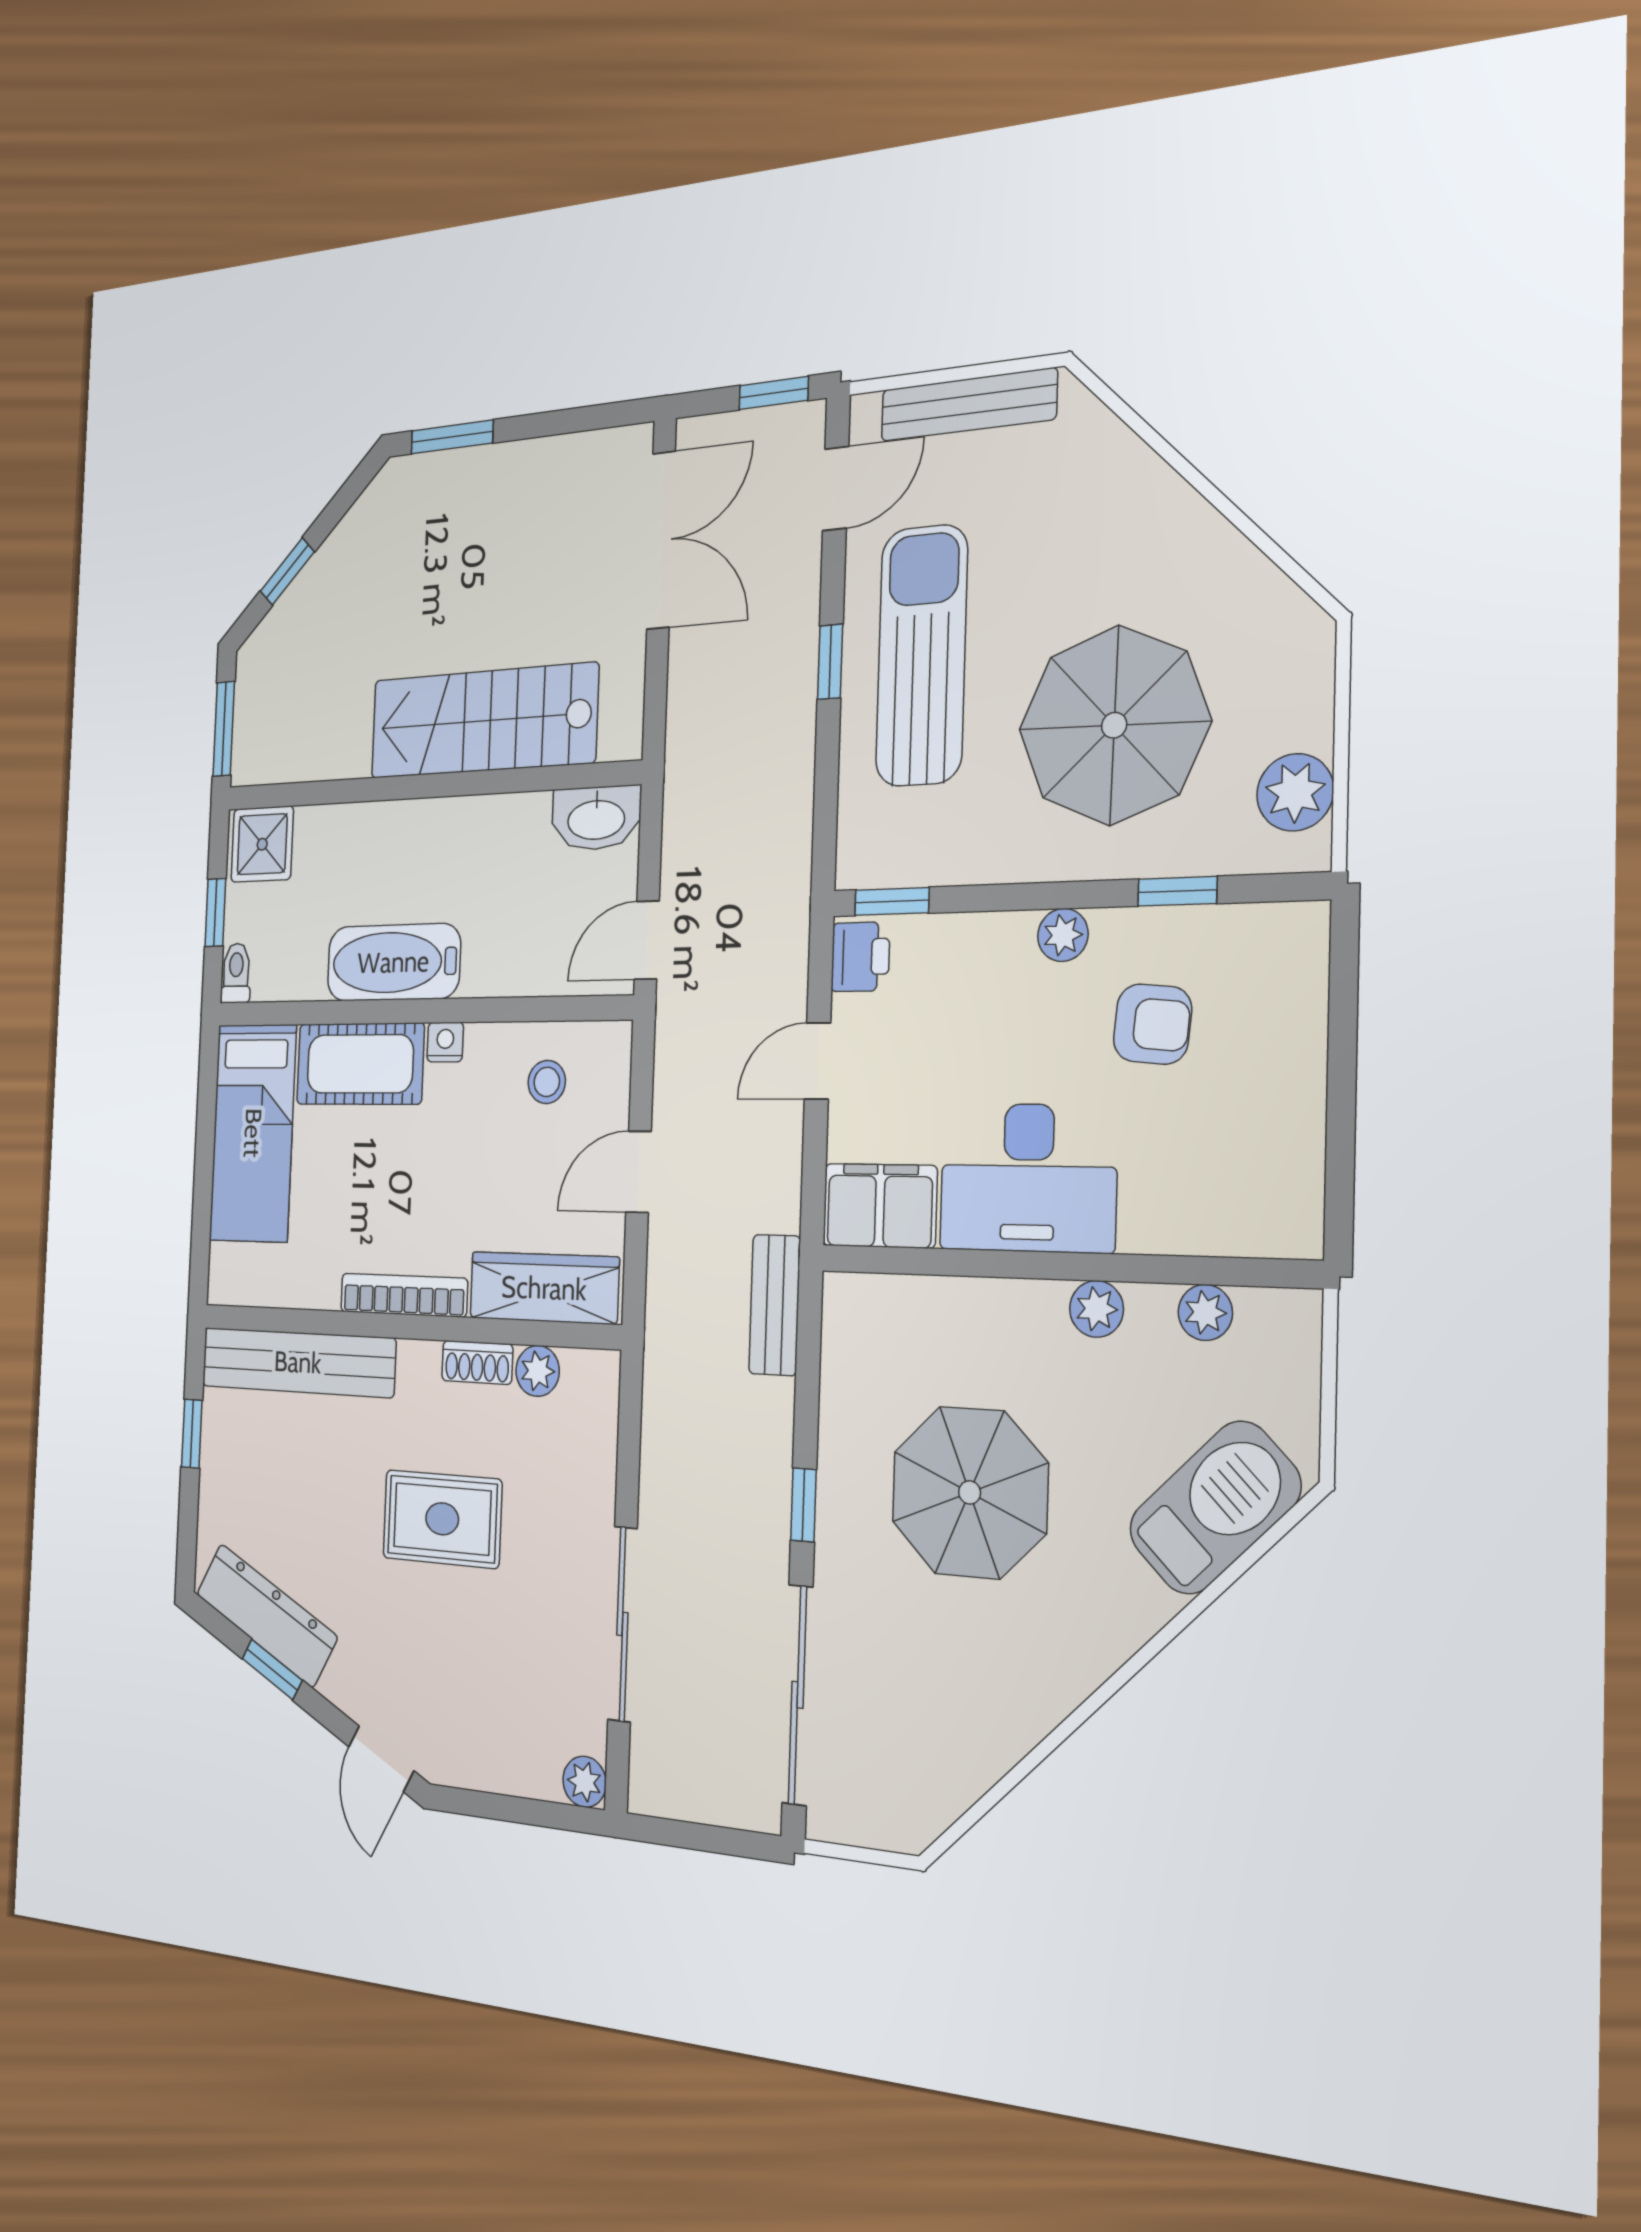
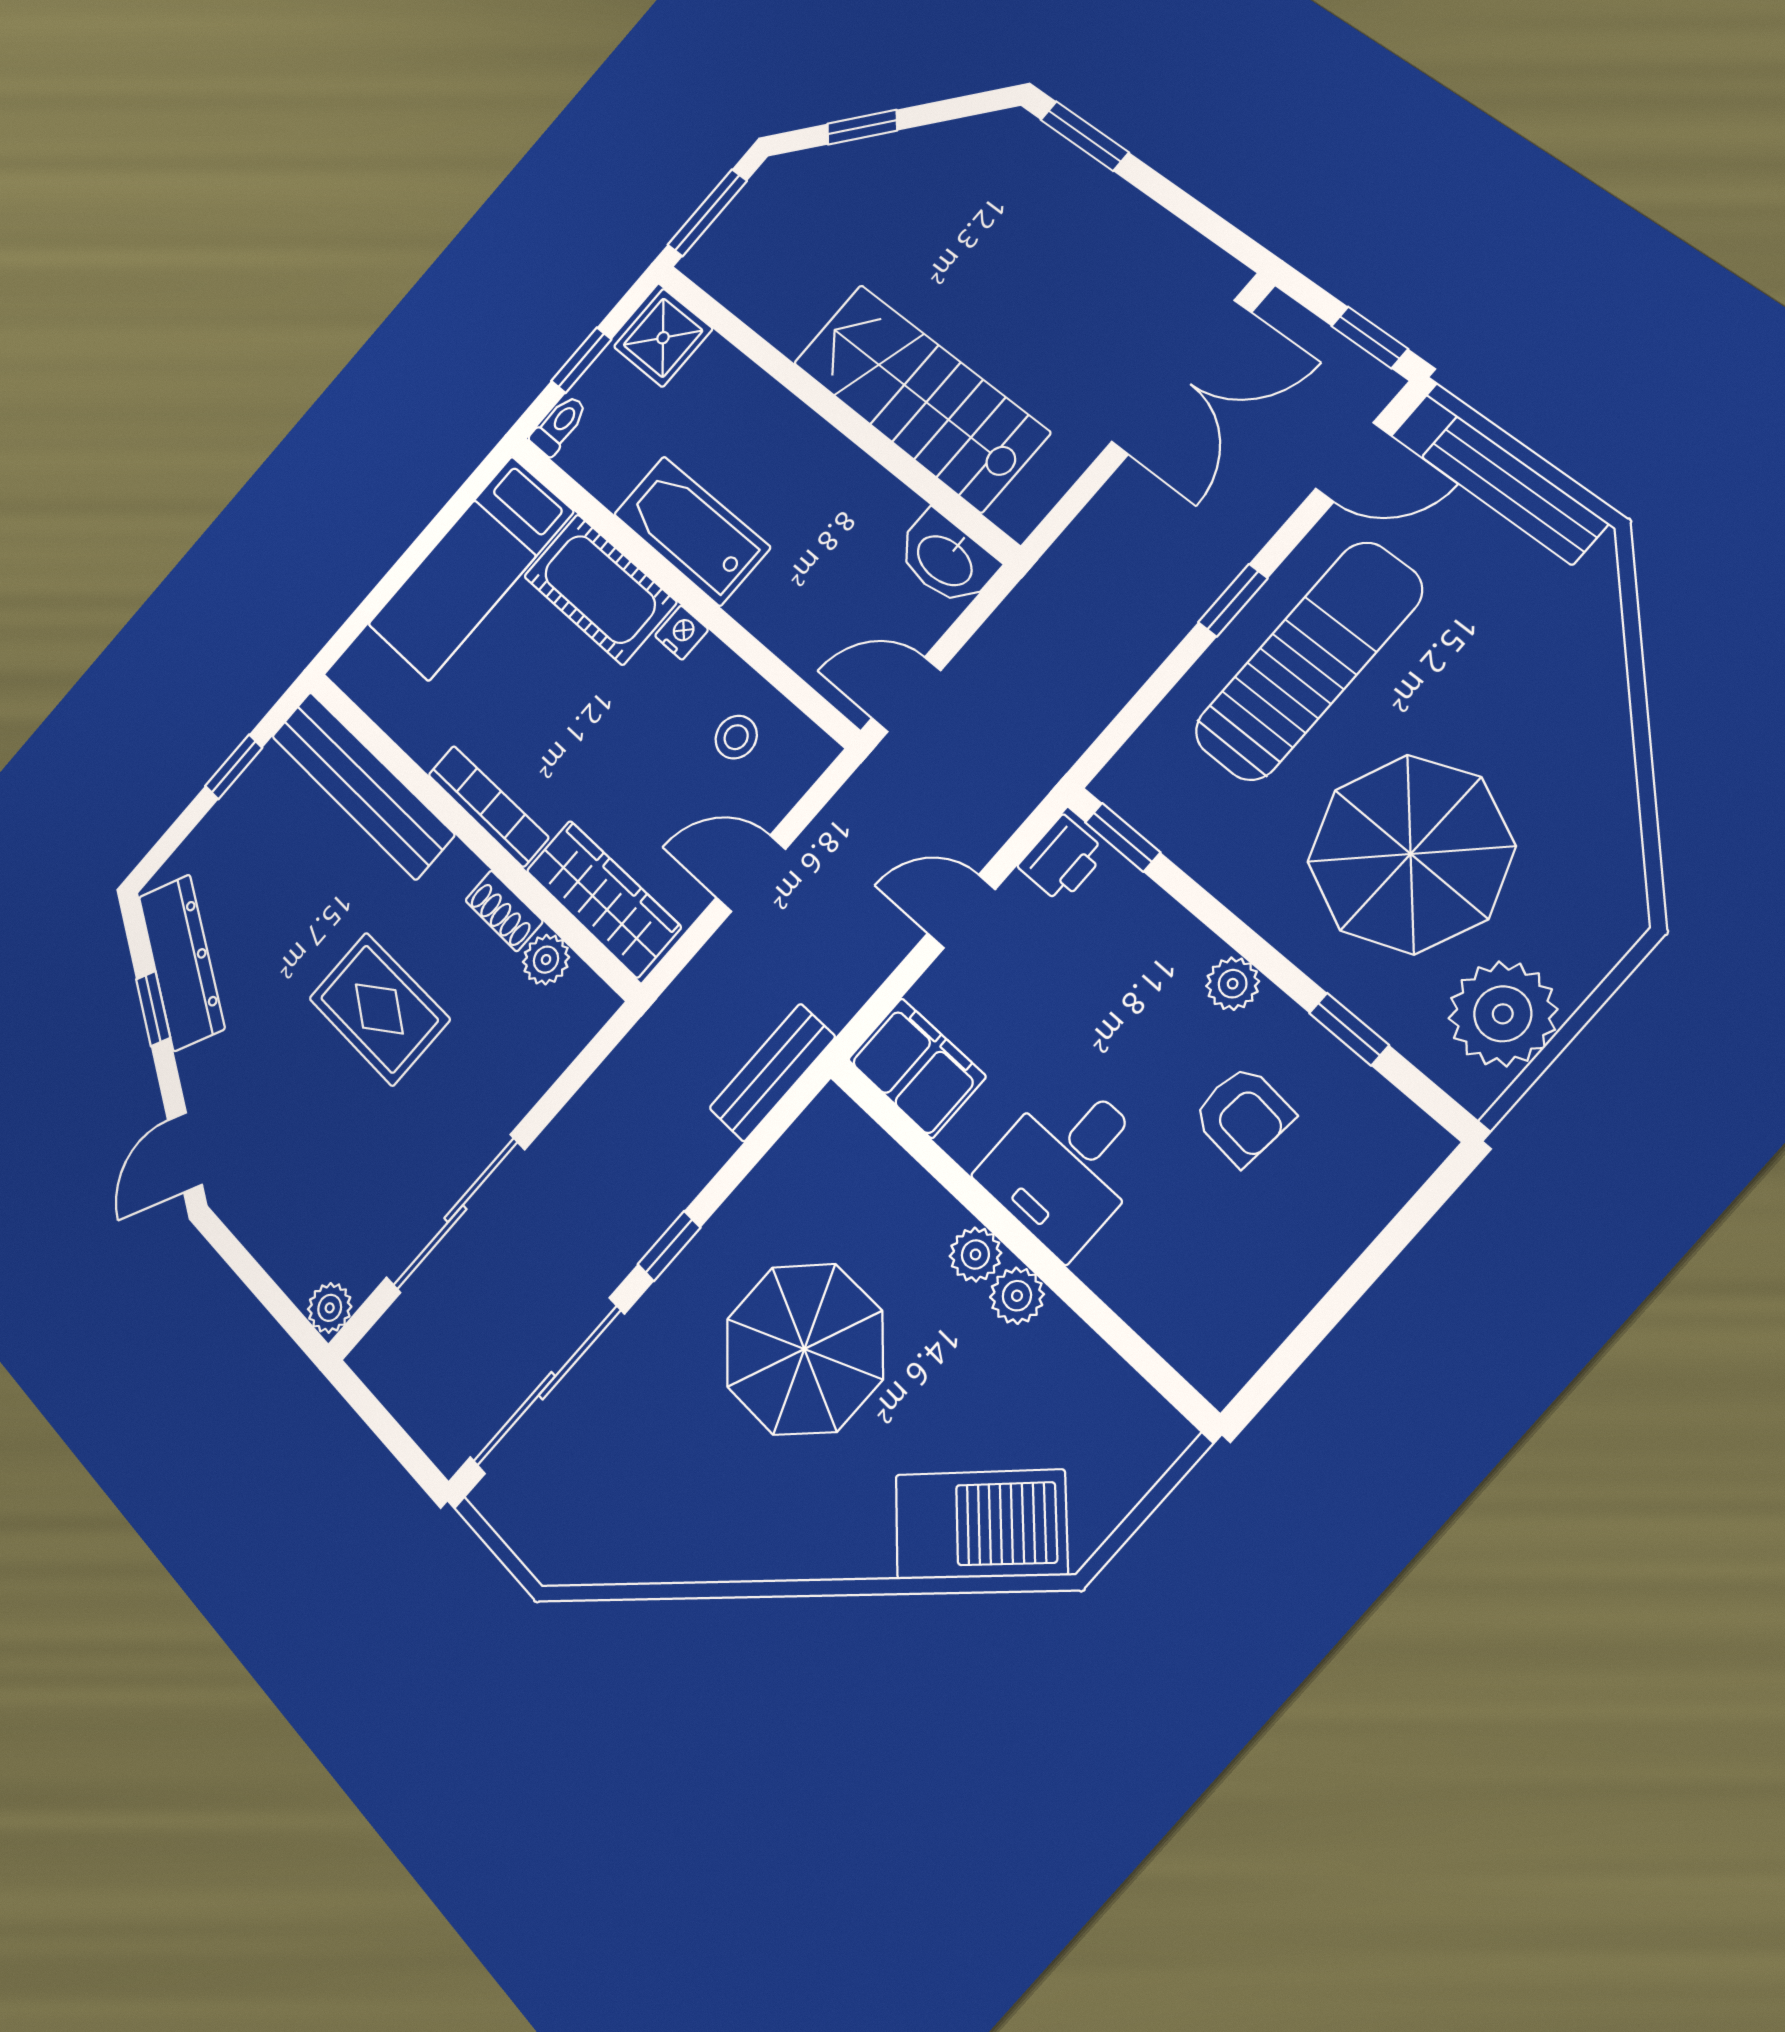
plant: (1295, 792) -> (1503, 1014), width x1.36, depth x1.36
desk: (1028, 1178) -> (1067, 1165), width x0.73
plant: (1205, 1312) -> (975, 1254), moved

